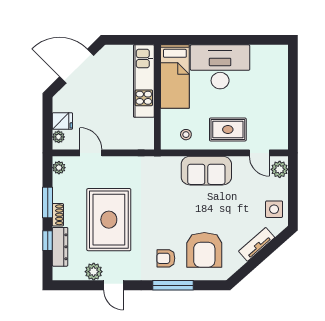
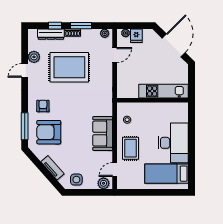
bed: (175, 77) -> (167, 174), moved
window: (173, 285) -> (25, 126), moved

